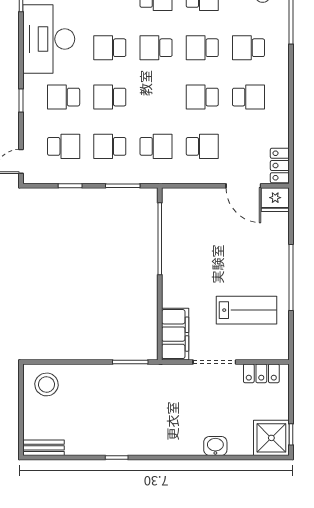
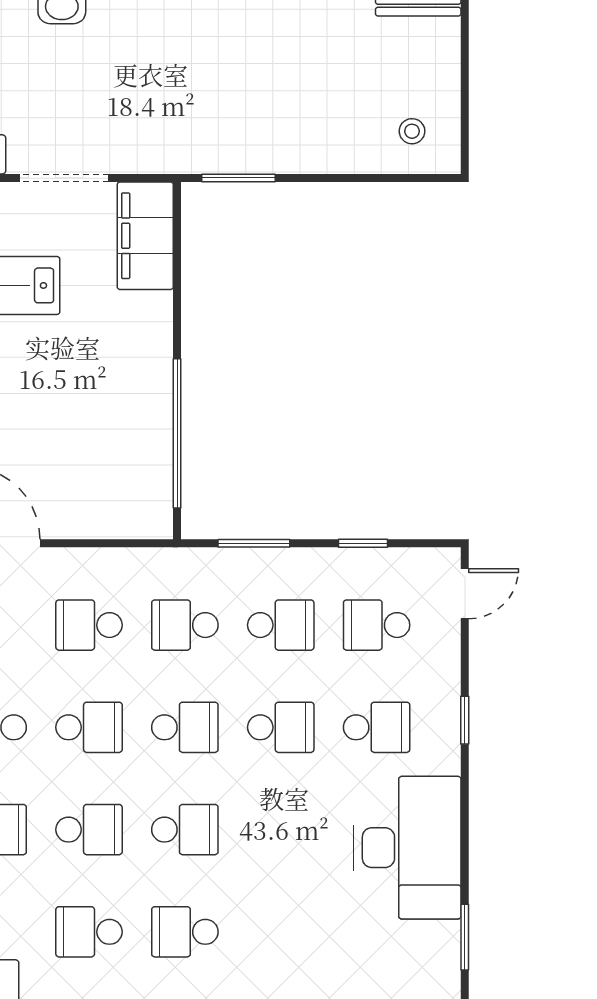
school desk: (110, 48) -> (185, 727), moved
stool: (47, 384) -> (412, 131), width x0.53, depth x0.53

